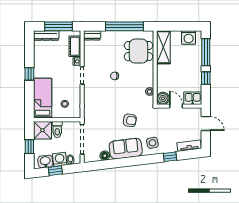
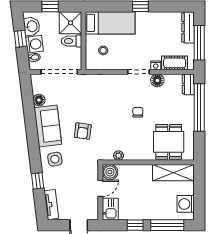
window: (124, 26) -> (199, 107), moved
floor lamp: (89, 60) -> (157, 80), added

